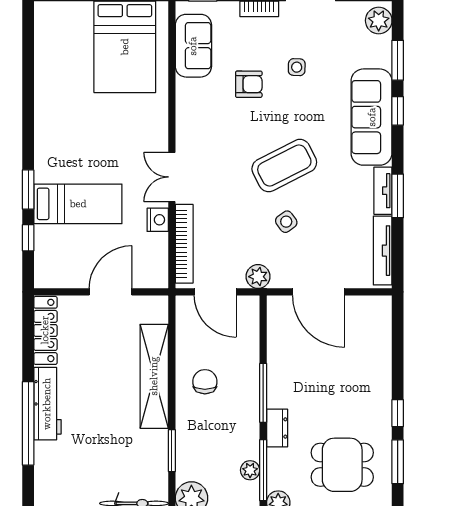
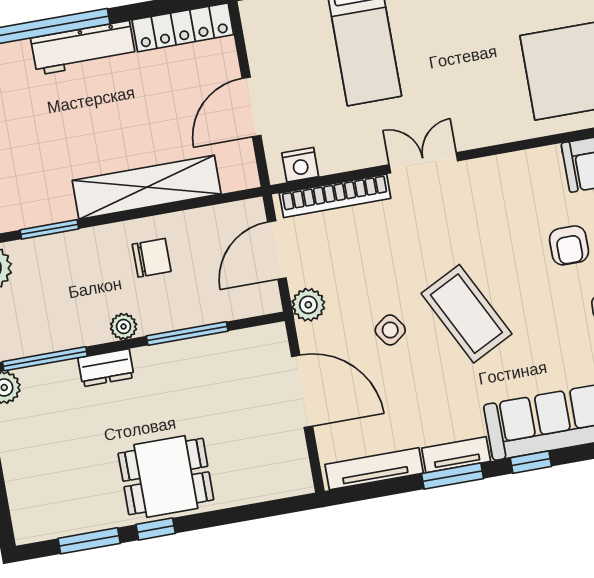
window: (398, 111) -> (531, 462), moved
nightstand: (158, 220) -> (300, 165), moved
door: (111, 292) -> (251, 107), swing flipped
door: (319, 292) -> (302, 391), swing flipped
window: (263, 393) -> (187, 334), moved
dining table: (342, 465) -> (166, 477), moved, turned 90
plant: (250, 470) -> (124, 326), moved

